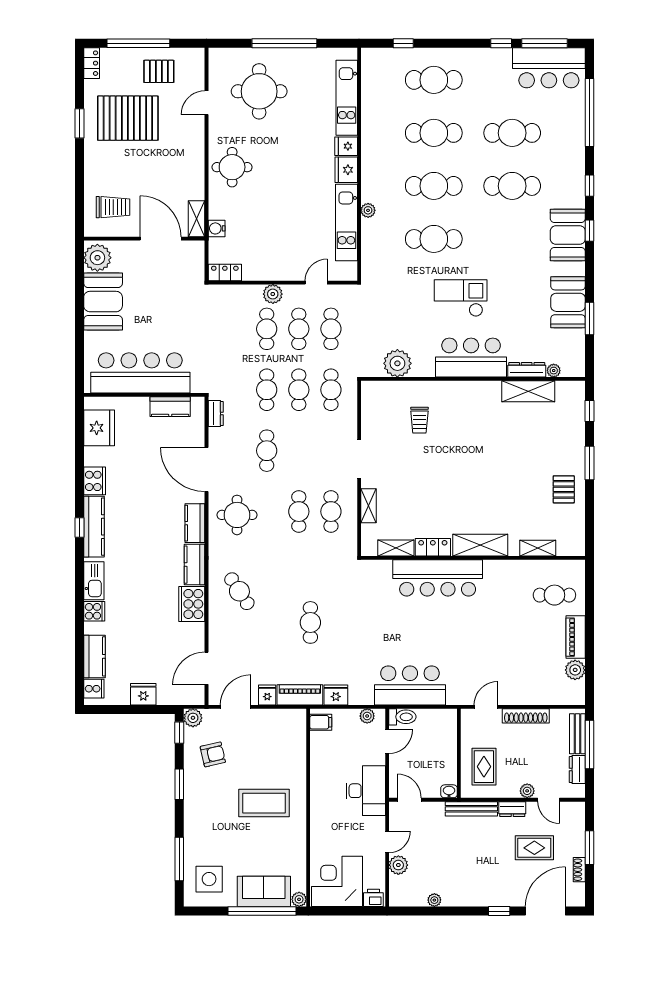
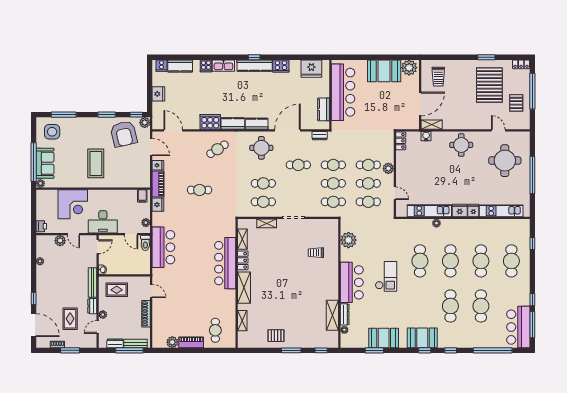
armchair: (213, 754) -> (124, 134), width x1.88, depth x1.88
corner desk: (337, 881) -> (73, 204), moved, turned 90

